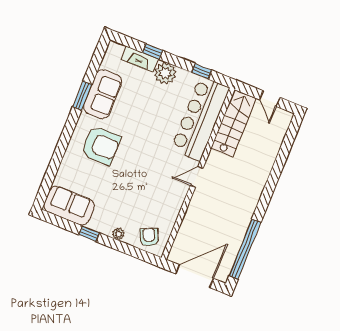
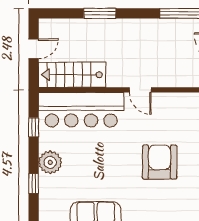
fireplace: (140, 59) -> (46, 193), removed
armchair: (101, 145) -> (160, 162), moved
window: (277, 168) -> (100, 13), added

